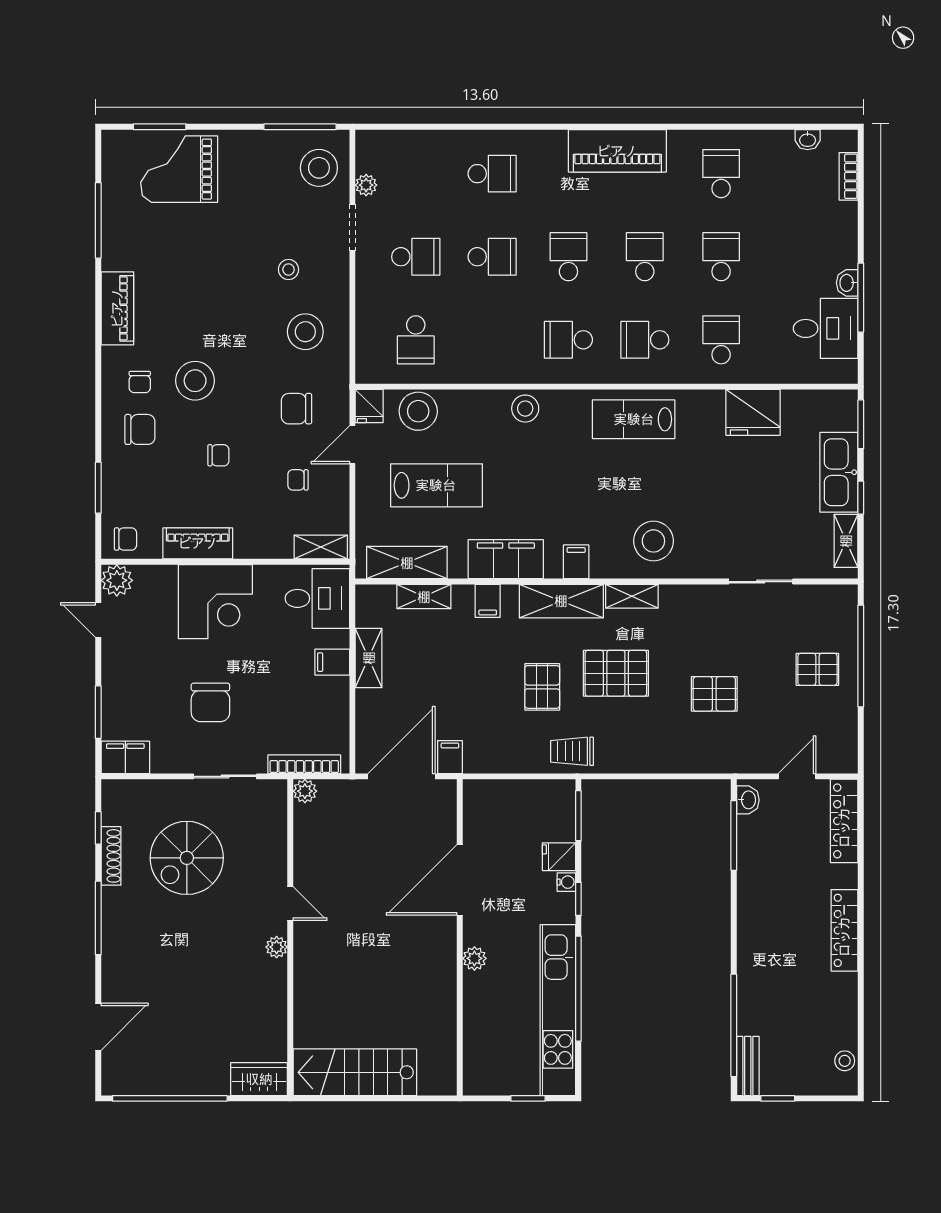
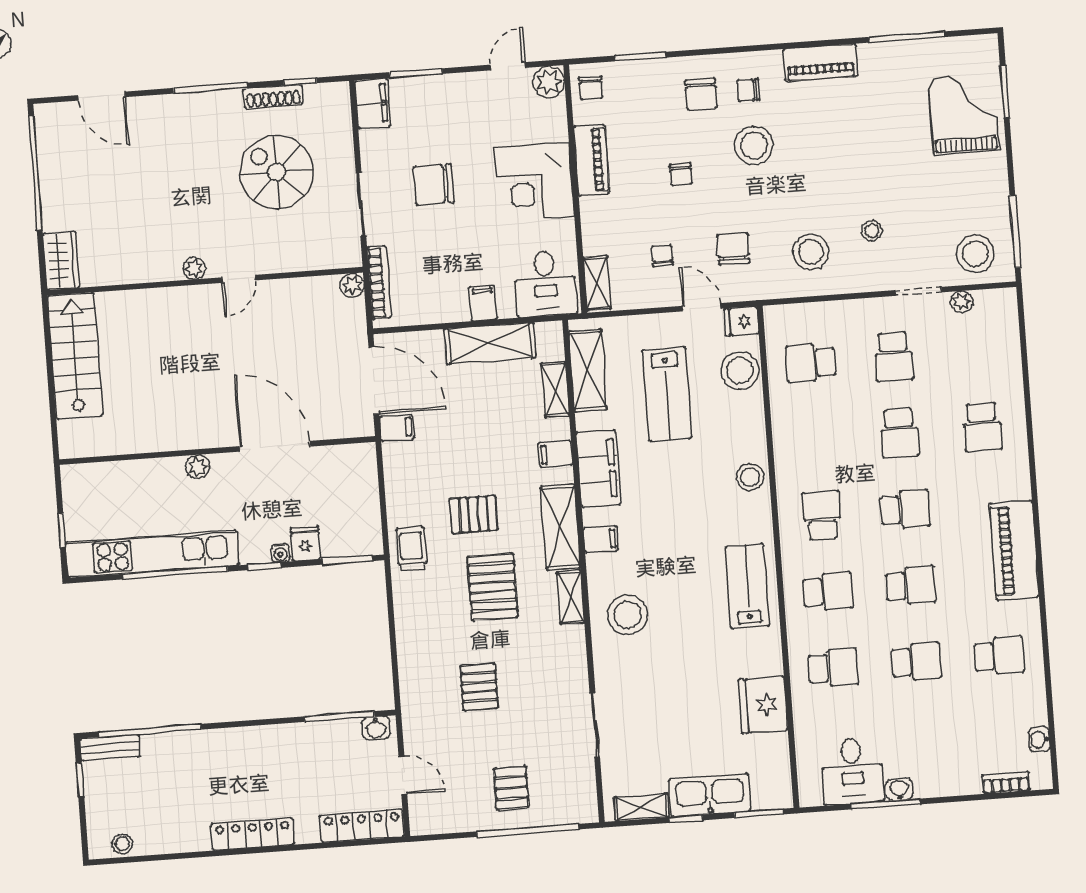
school desk: (645, 340) -> (828, 591), turned 90
shelving: (369, 658) -> (490, 343), width x1.50, depth x1.33

